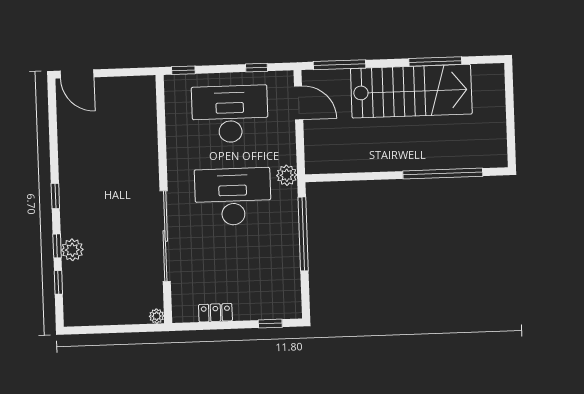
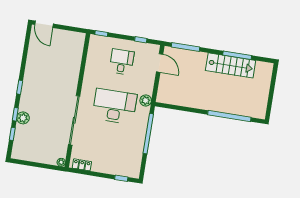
stairs: (411, 91) -> (231, 65), width x0.73, depth x0.66
desk: (230, 114) -> (122, 62), width x0.53, depth x0.77
locker: (215, 313) -> (82, 165), moved

